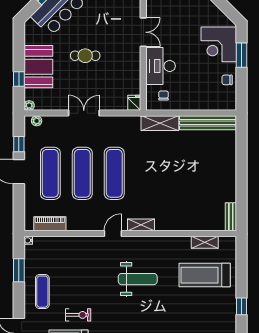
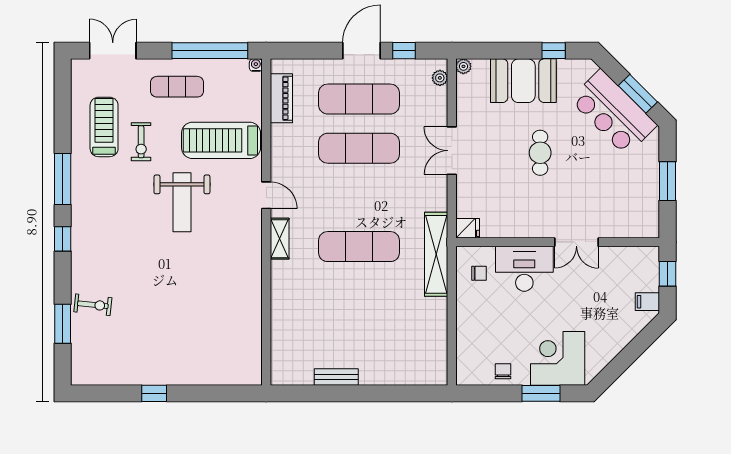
window: (19, 79) -> (554, 51), moved
double door: (84, 113) -> (452, 151), swing flipped
shelving: (160, 123) -> (436, 254), width x1.47
bench: (208, 123) -> (437, 342), removed
exercise mat: (114, 173) -> (359, 247), moved
bench: (231, 217) -> (336, 377), moved
shelving: (205, 242) -> (253, 337), removed
window: (19, 270) -> (210, 51), width x2.11
treadmill: (205, 275) -> (221, 140), moved, turned -90
weight bench: (138, 279) -> (182, 202), moved

